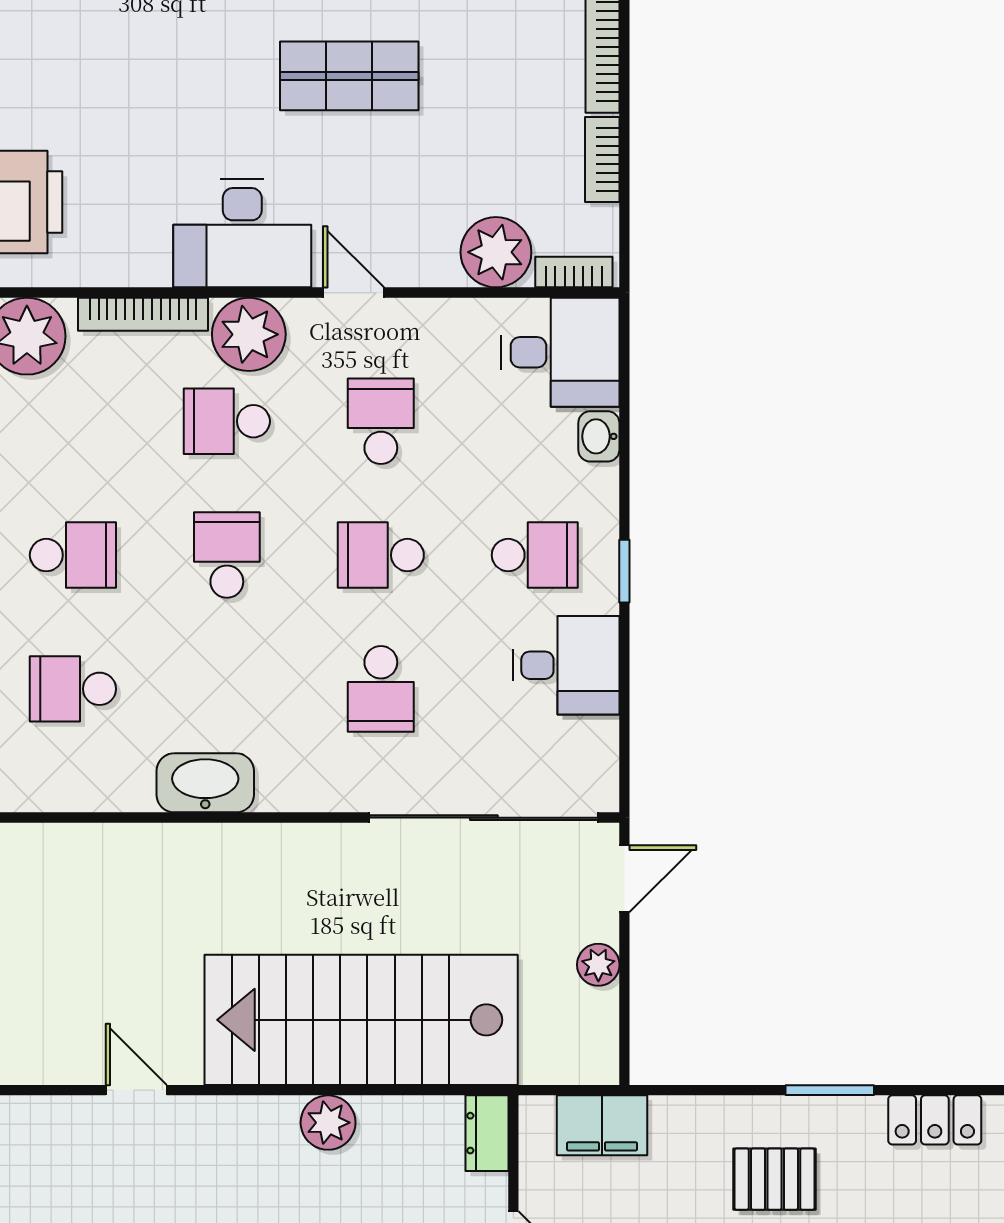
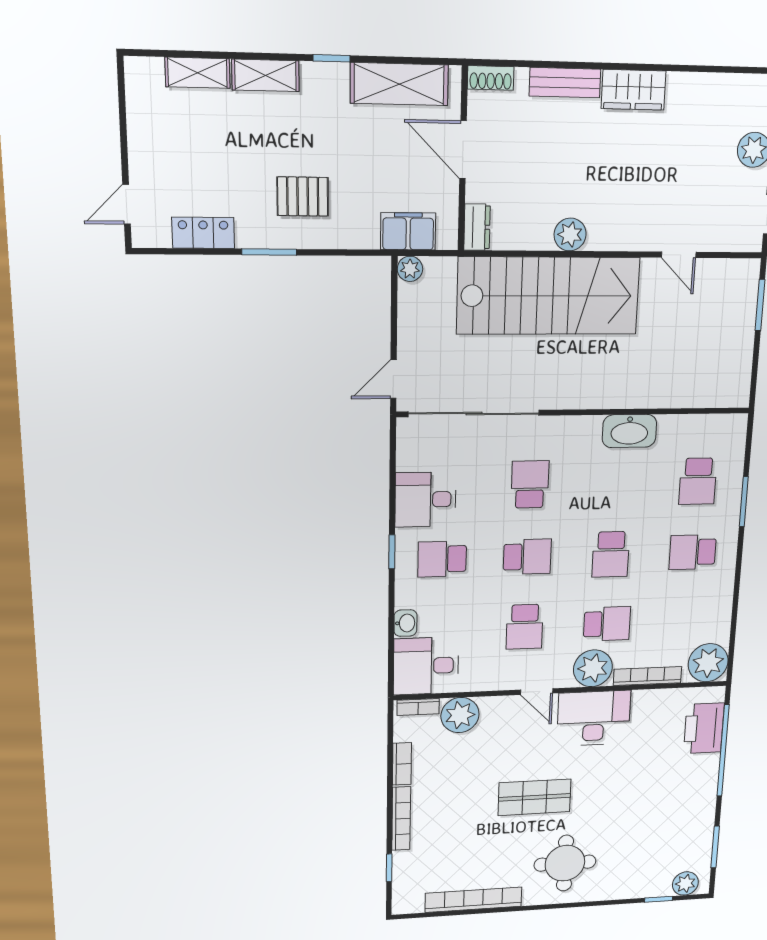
school desk: (73, 689) -> (698, 481), turned 90
plant: (598, 965) -> (410, 269), moved

